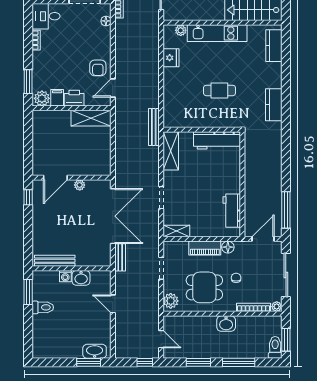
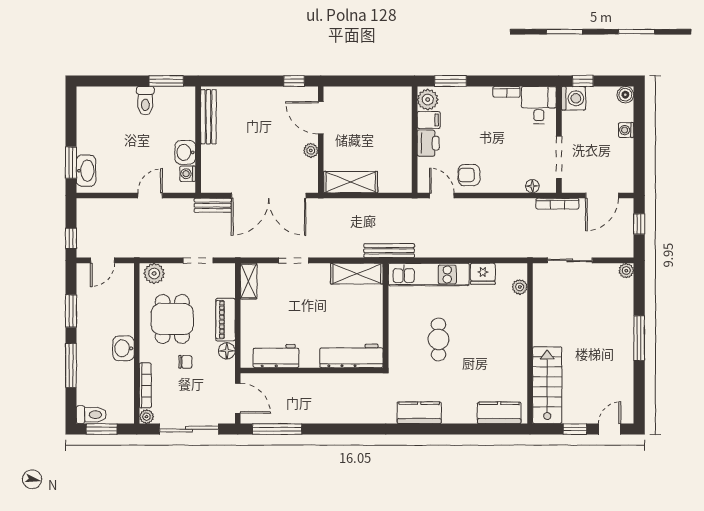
kitchen unit: (217, 33) -> (429, 275), moved, turned -90
shelving: (91, 118) -> (351, 182), moved, turned 90
workbench: (217, 140) -> (351, 356), moved, turned 90
washing machine: (65, 276) -> (188, 174), moved

